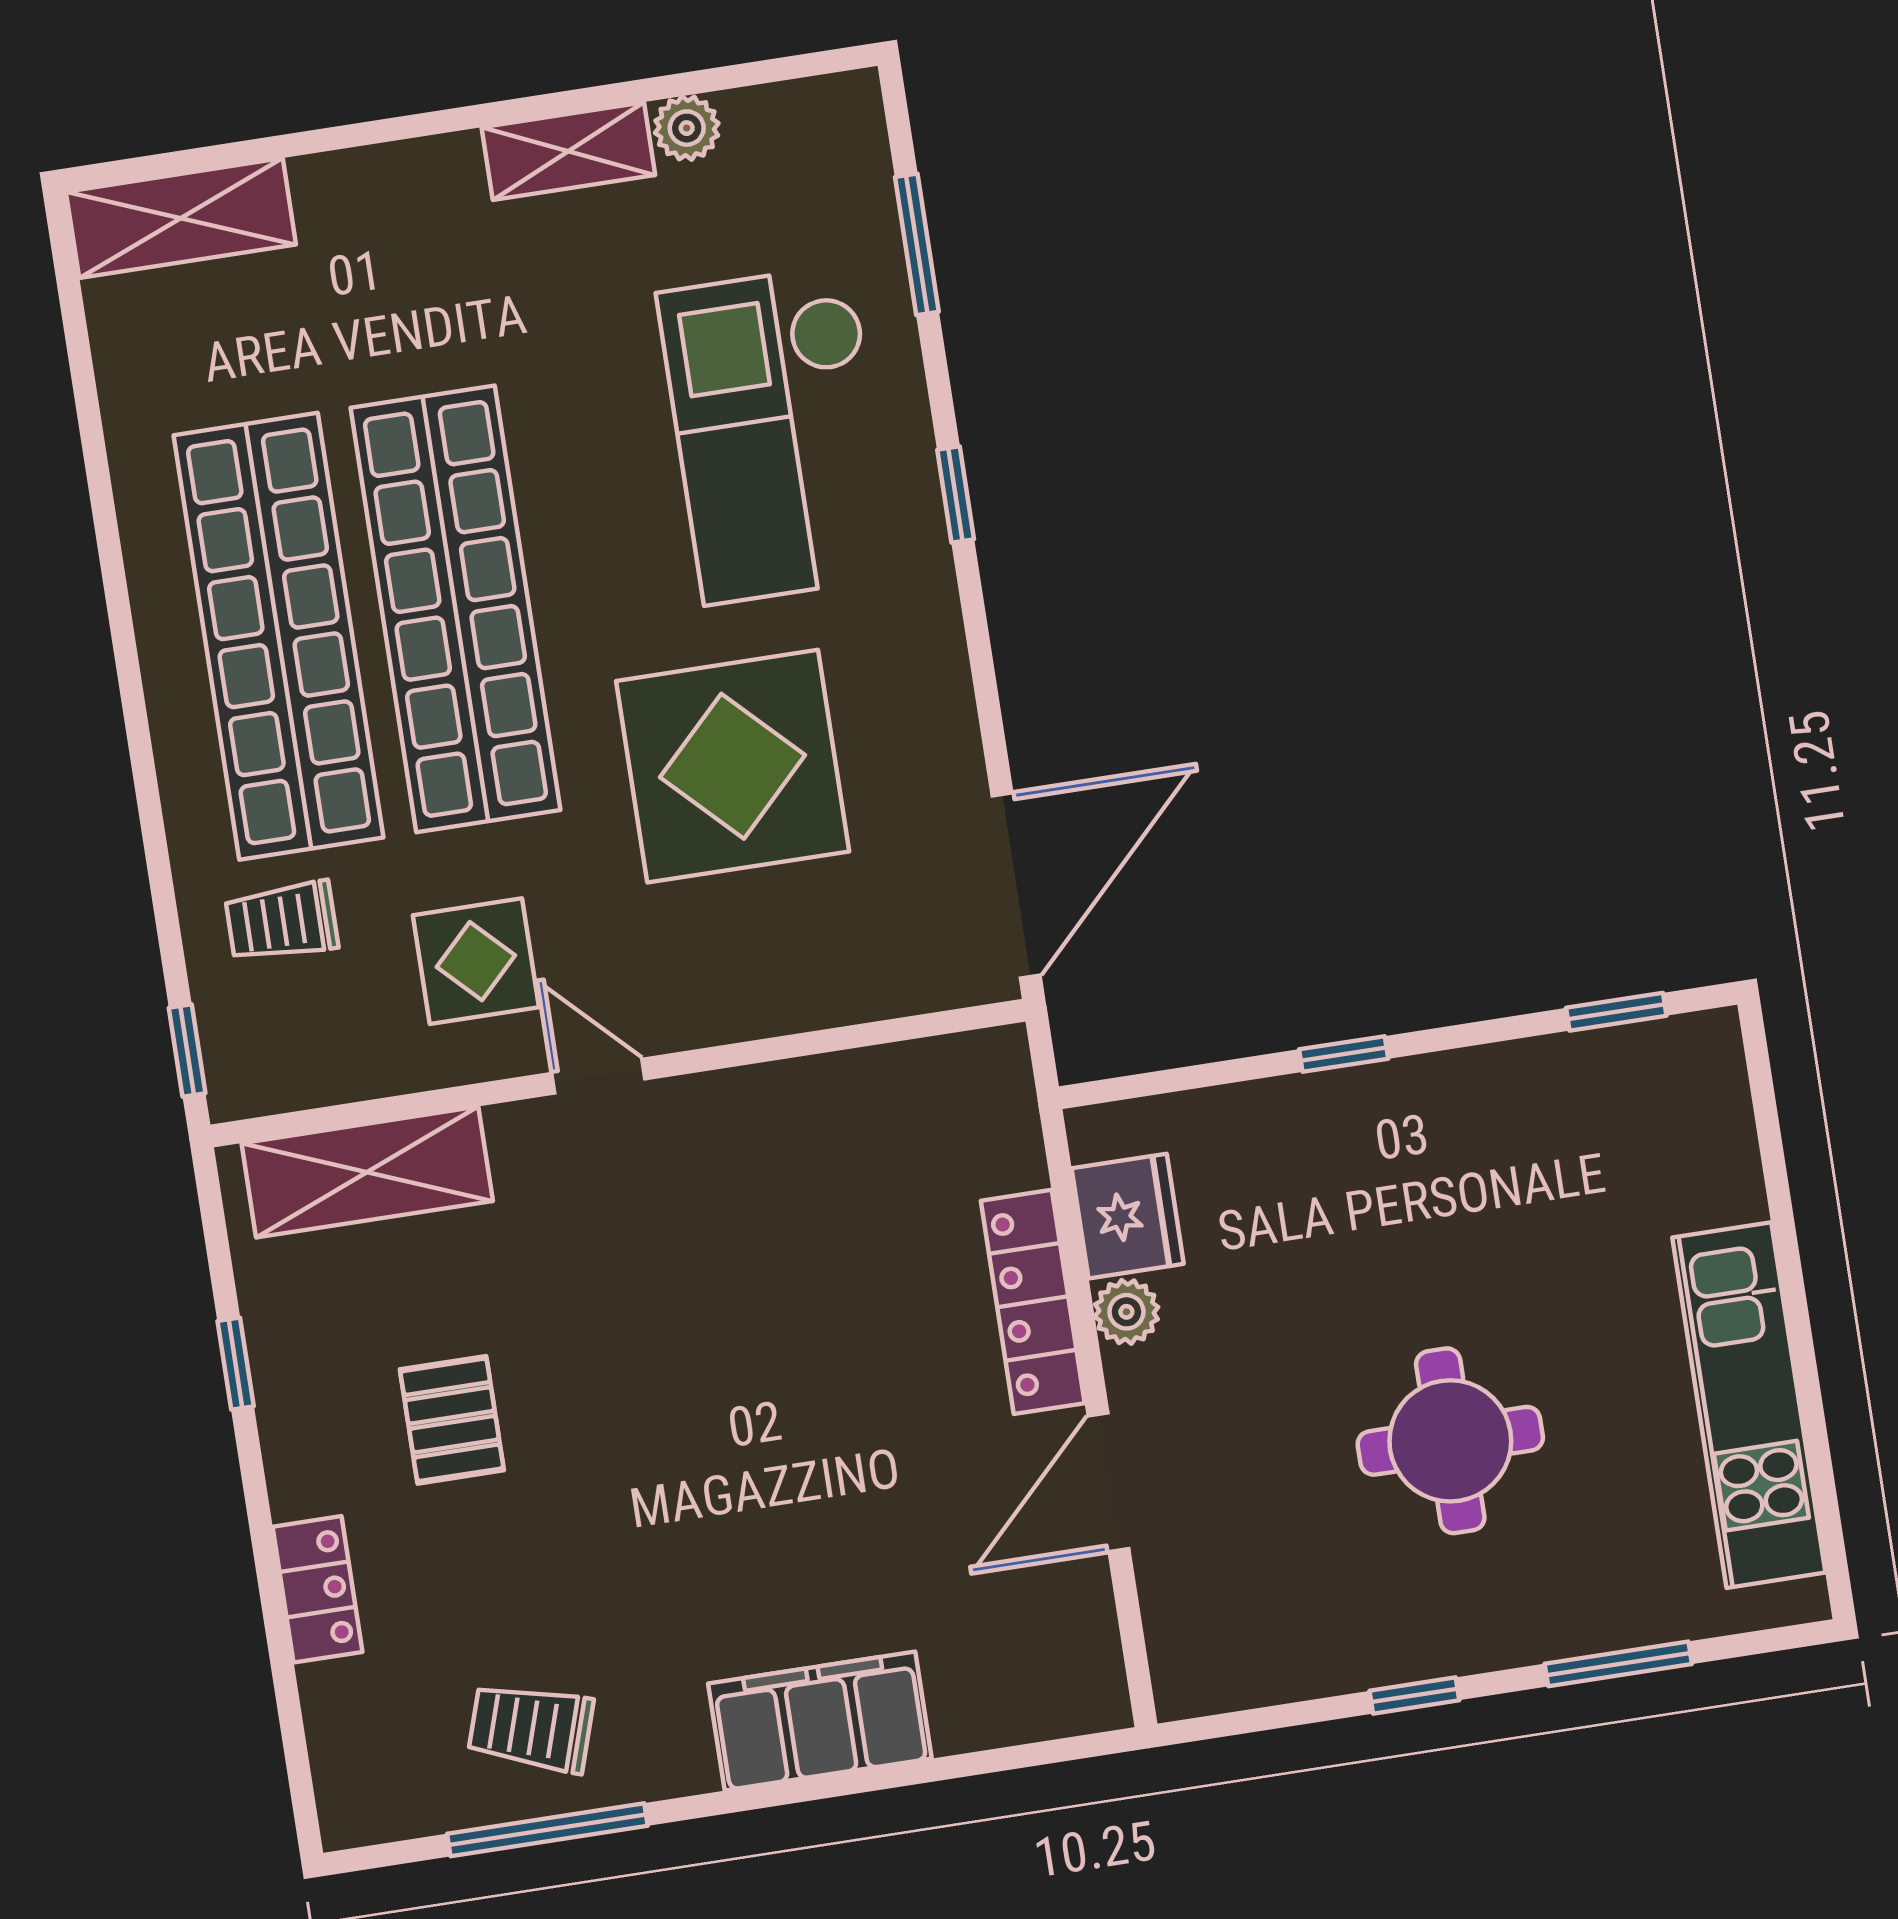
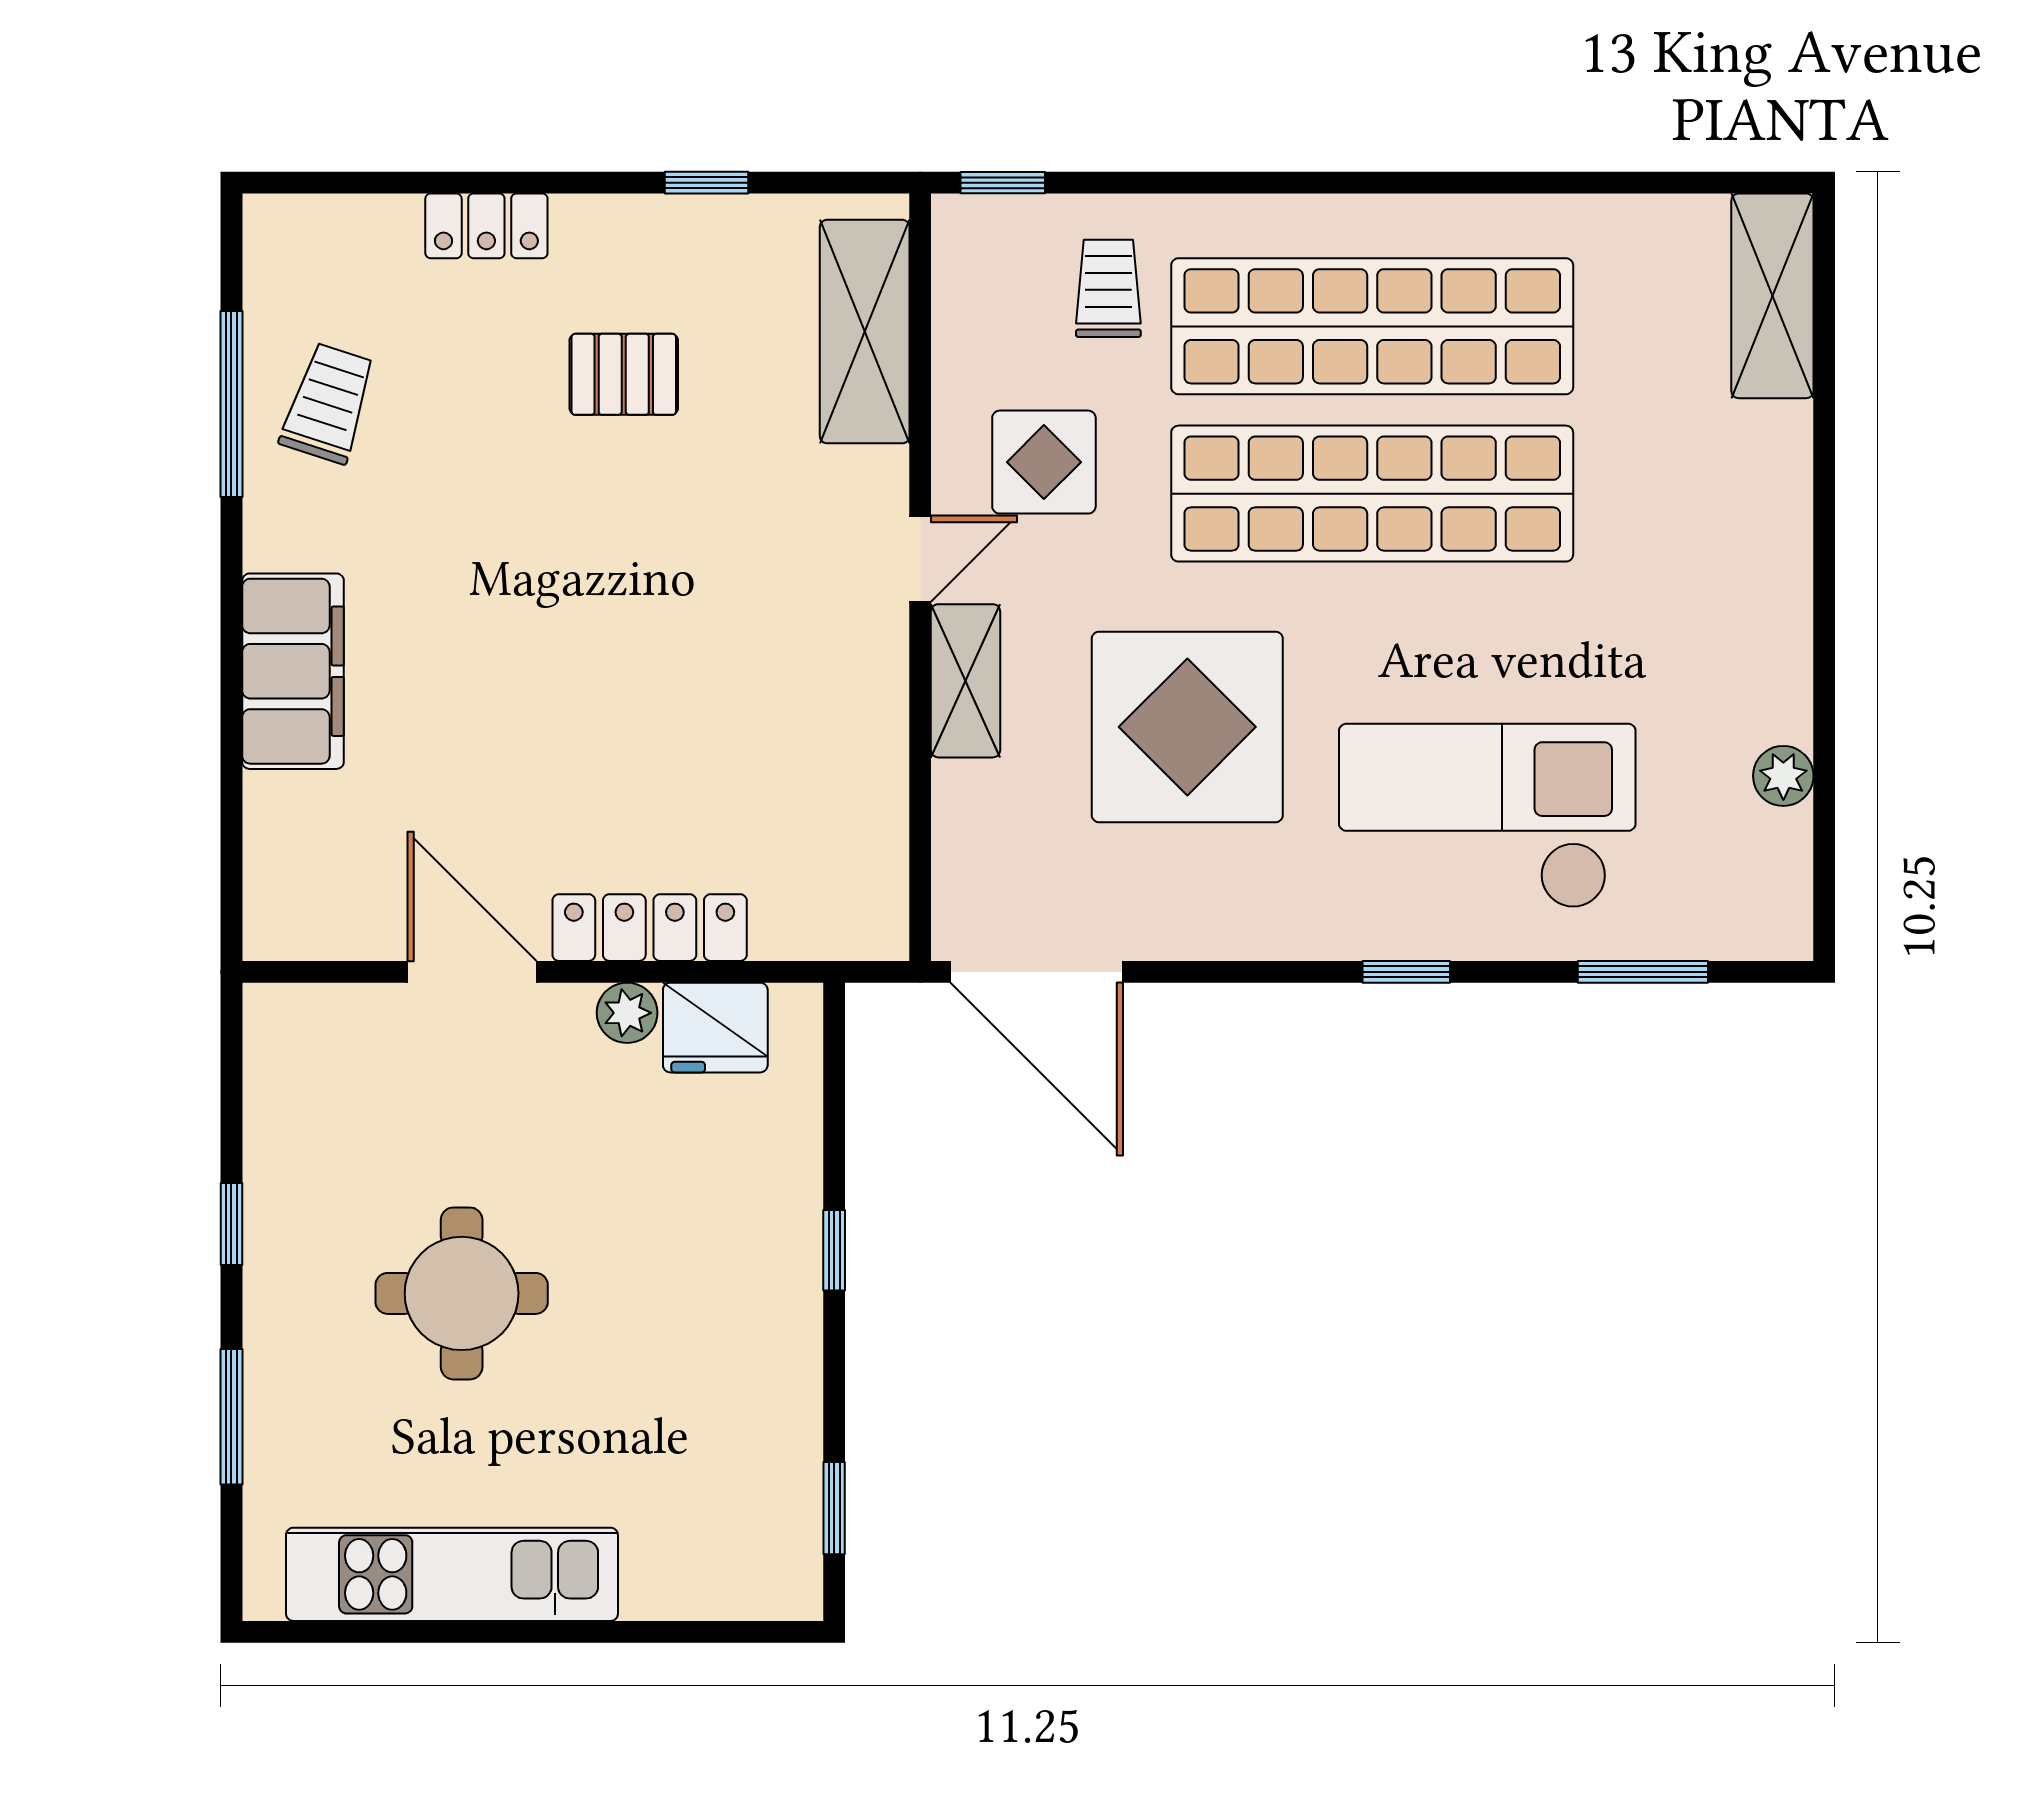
shelving: (568, 151) -> (966, 681), moved

